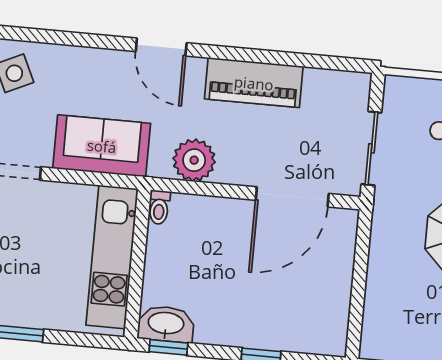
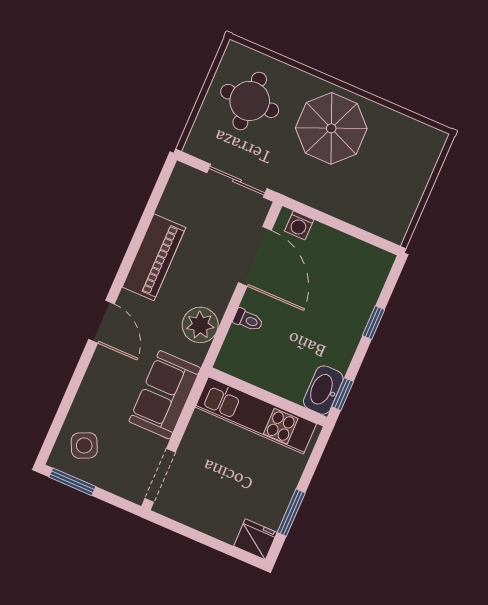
door: (161, 47) -> (102, 322), hinge flipped
toilet: (159, 207) -> (248, 320), moved
washing machine: (344, 236) -> (299, 225), added

